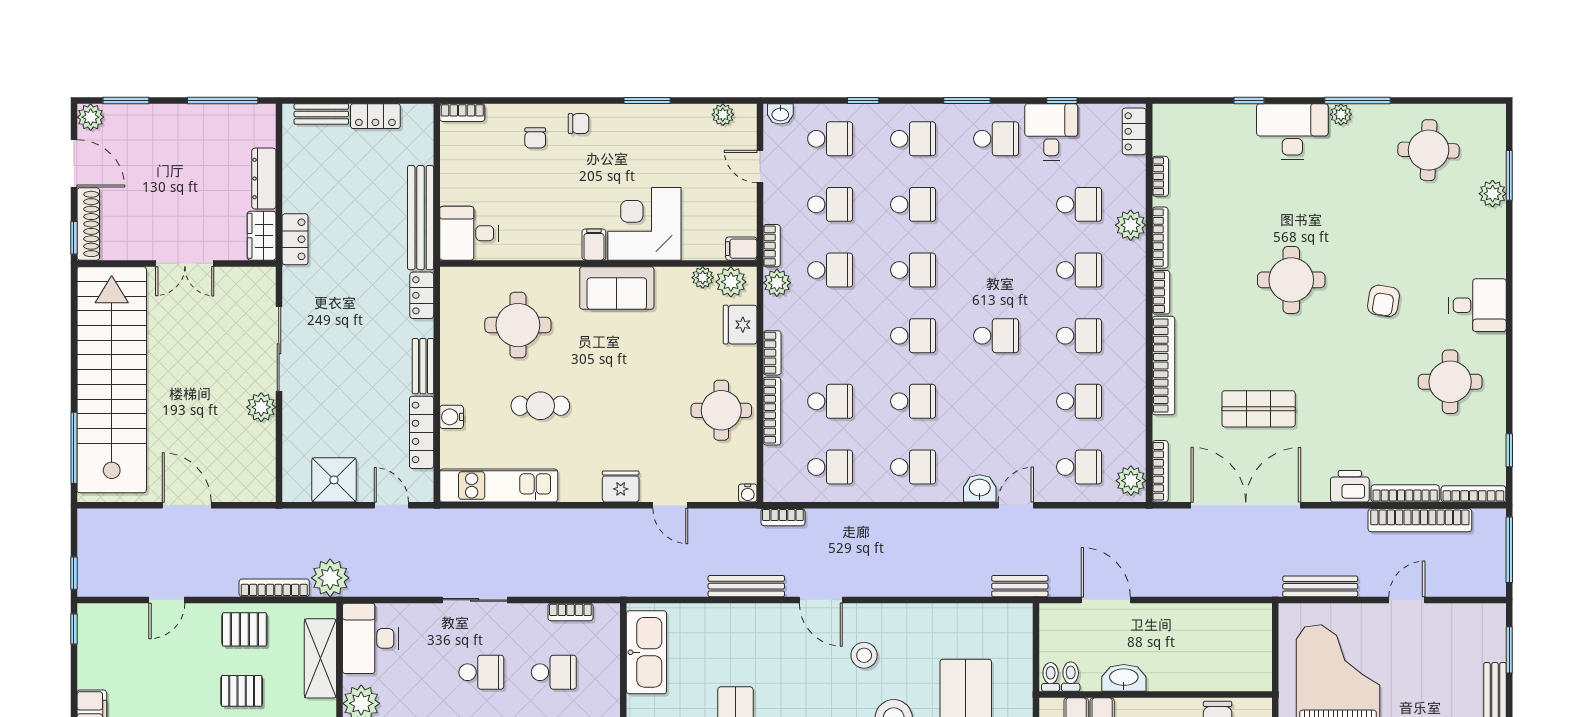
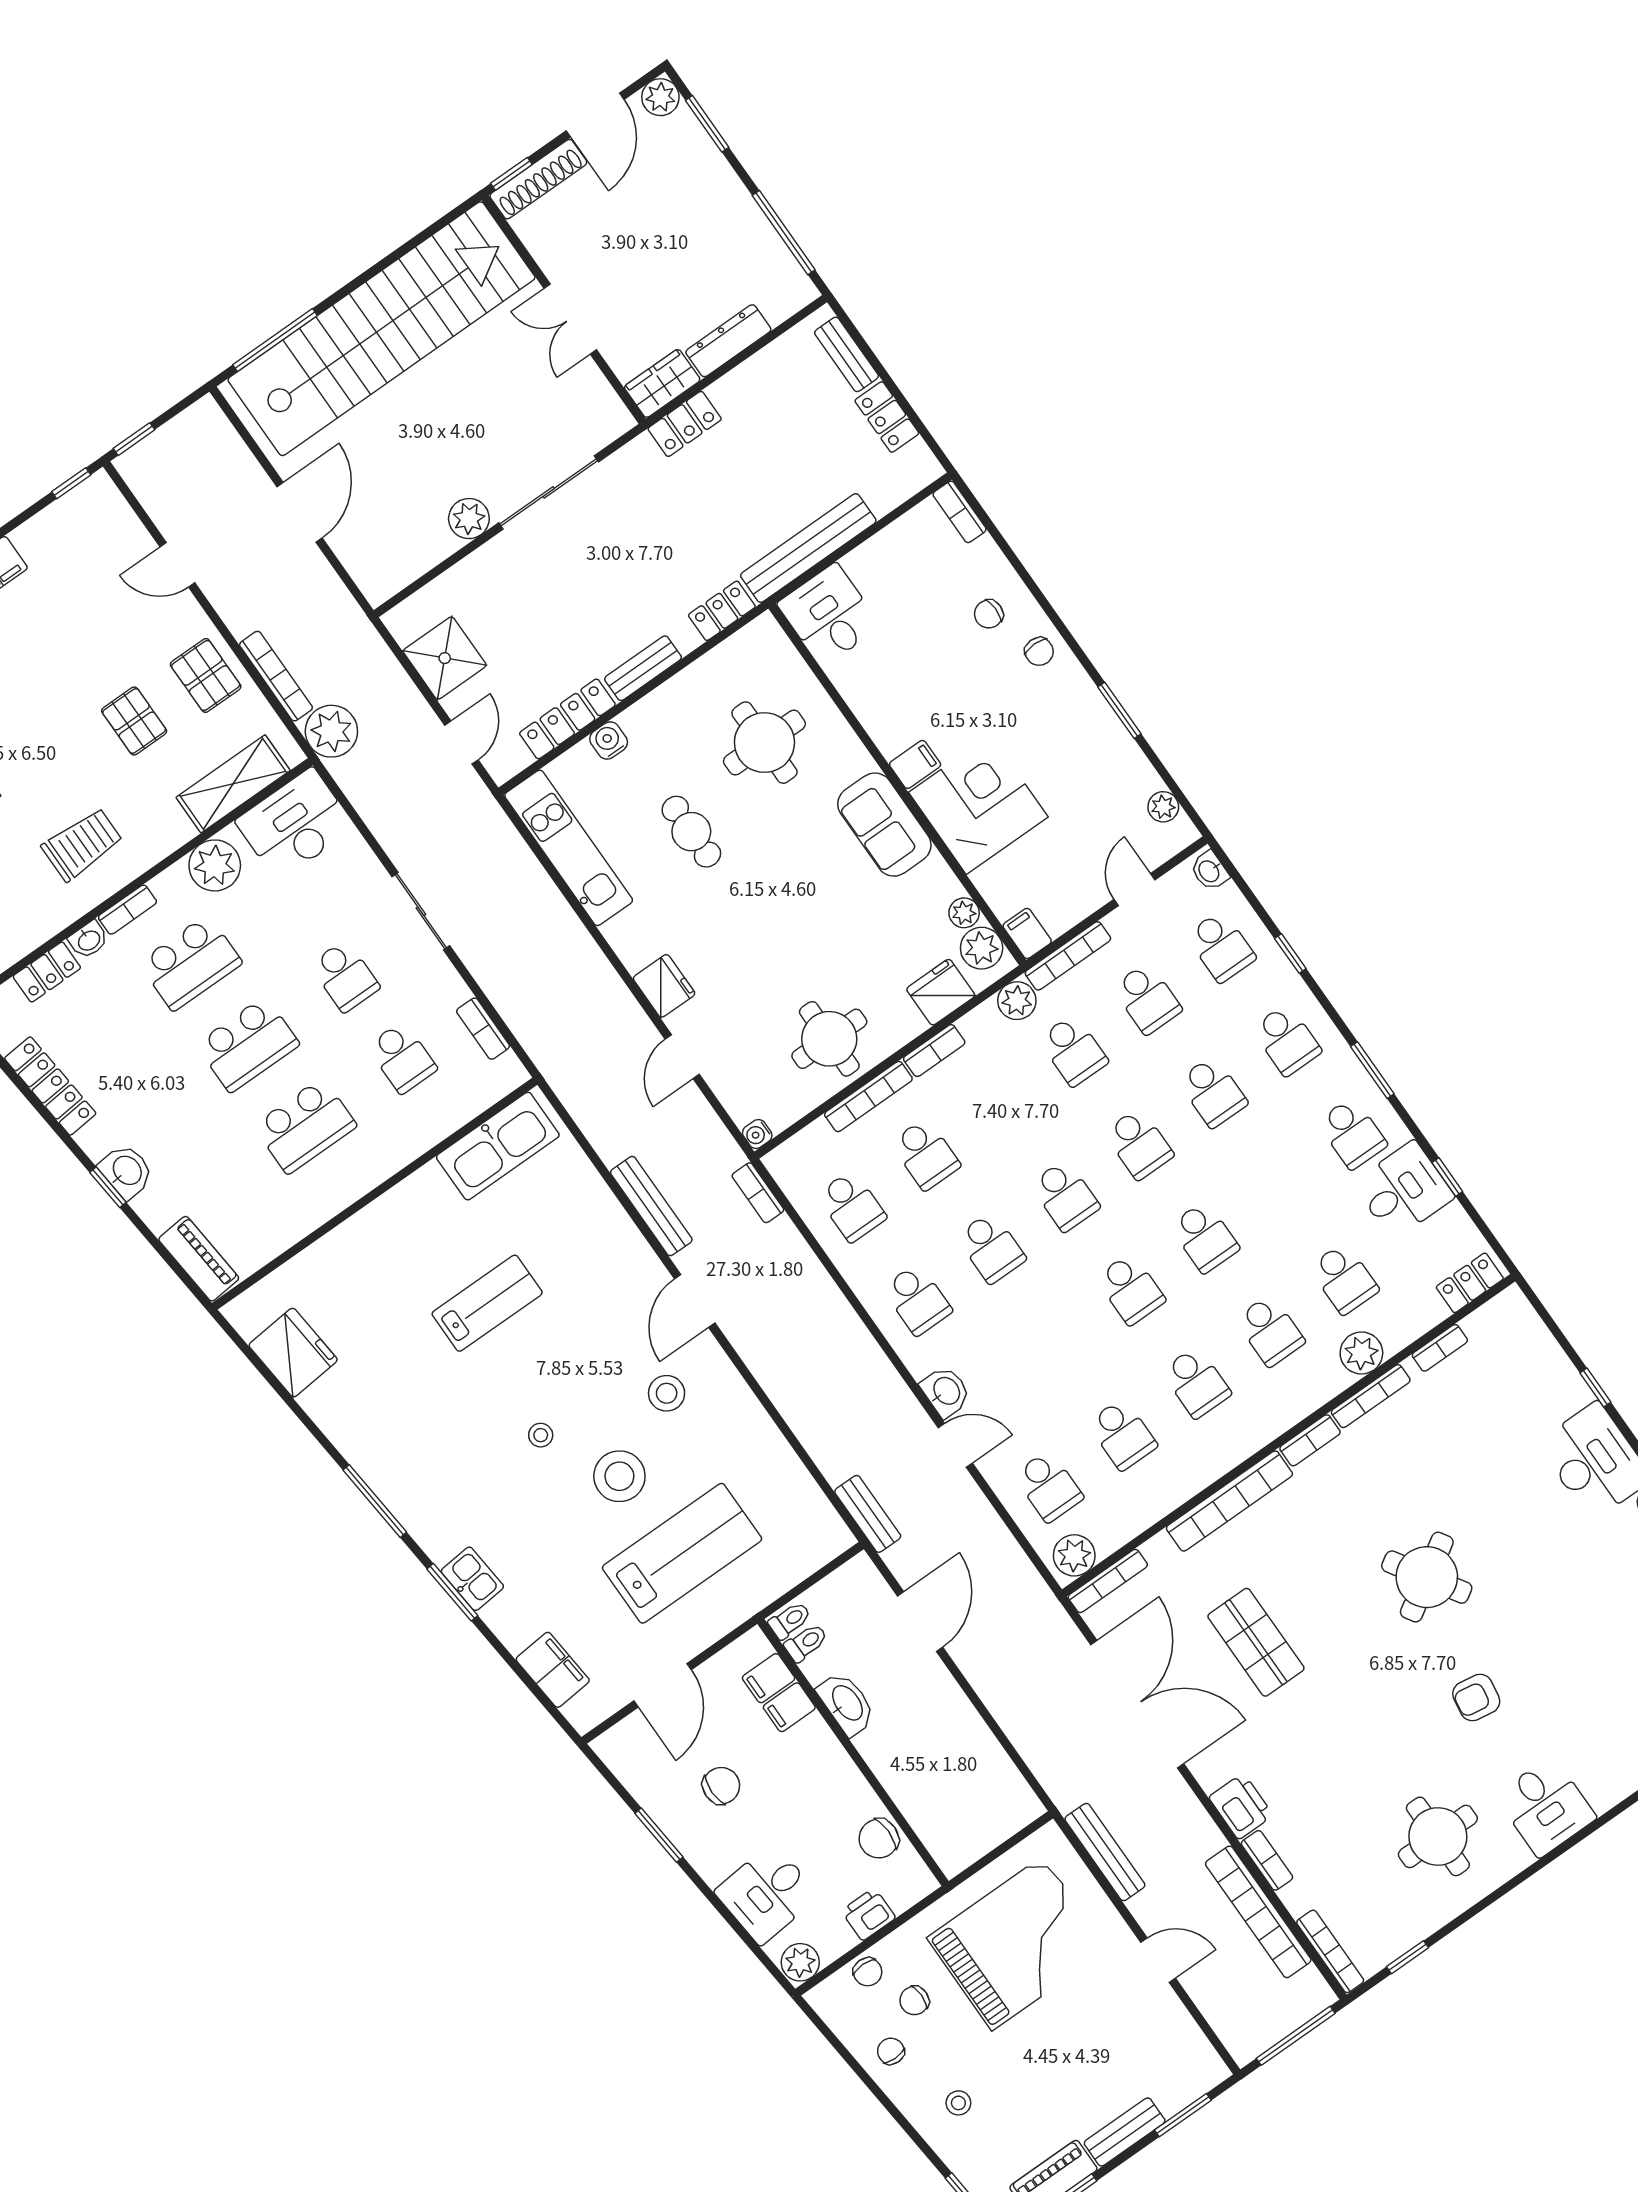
bookcase: (772, 246) -> (1068, 956), width x1.56
school desk: (996, 270) -> (1204, 1237), added
round table: (1291, 280) -> (1427, 1577), turned -32
bookcase: (1405, 493) -> (1267, 1860), width x0.64

